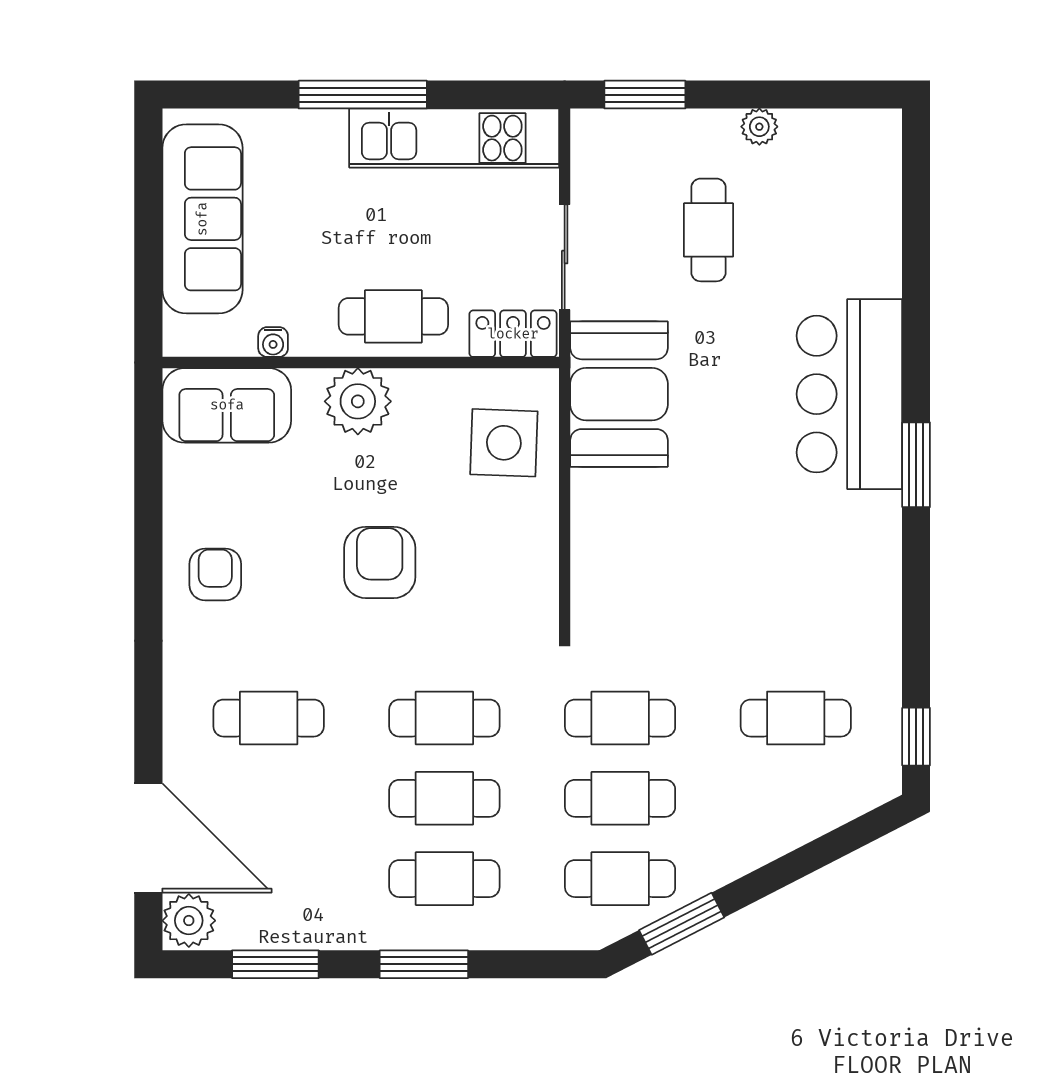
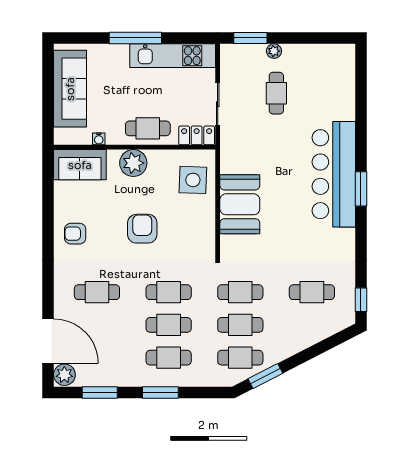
plant: (759, 127) -> (274, 51), moved
booth: (619, 394) -> (240, 204), moved
bar counter: (849, 394) -> (334, 174), width x1.36
armchair: (215, 574) -> (75, 234), turned -90

